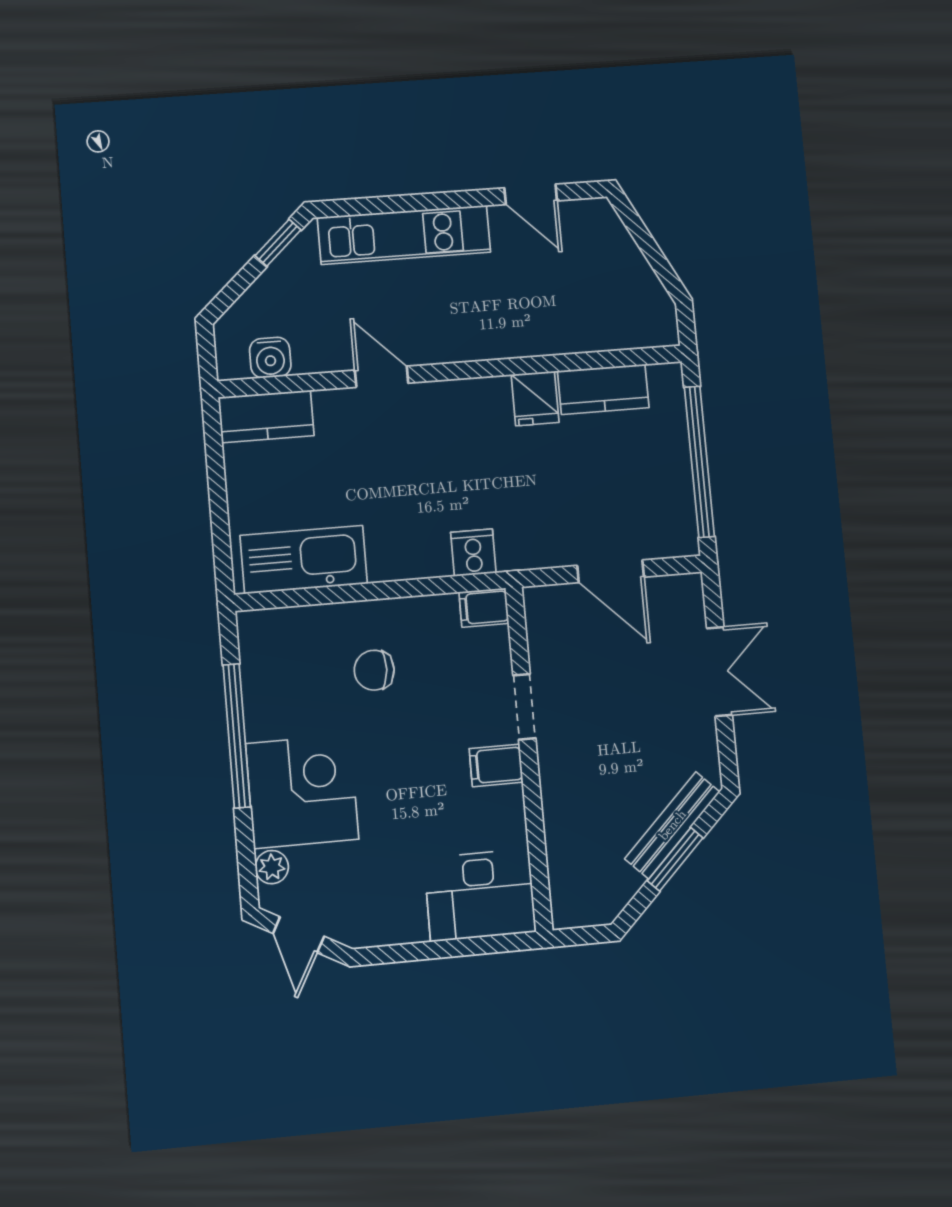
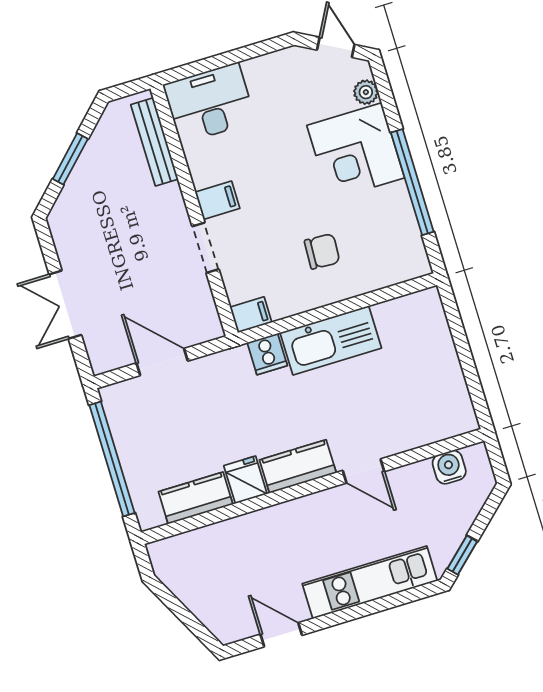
kitchen counter: (266, 416) -> (298, 466), moved
kitchen sink: (304, 560) -> (331, 340), moved
bench: (672, 825) -> (154, 142), moved, turned -45

